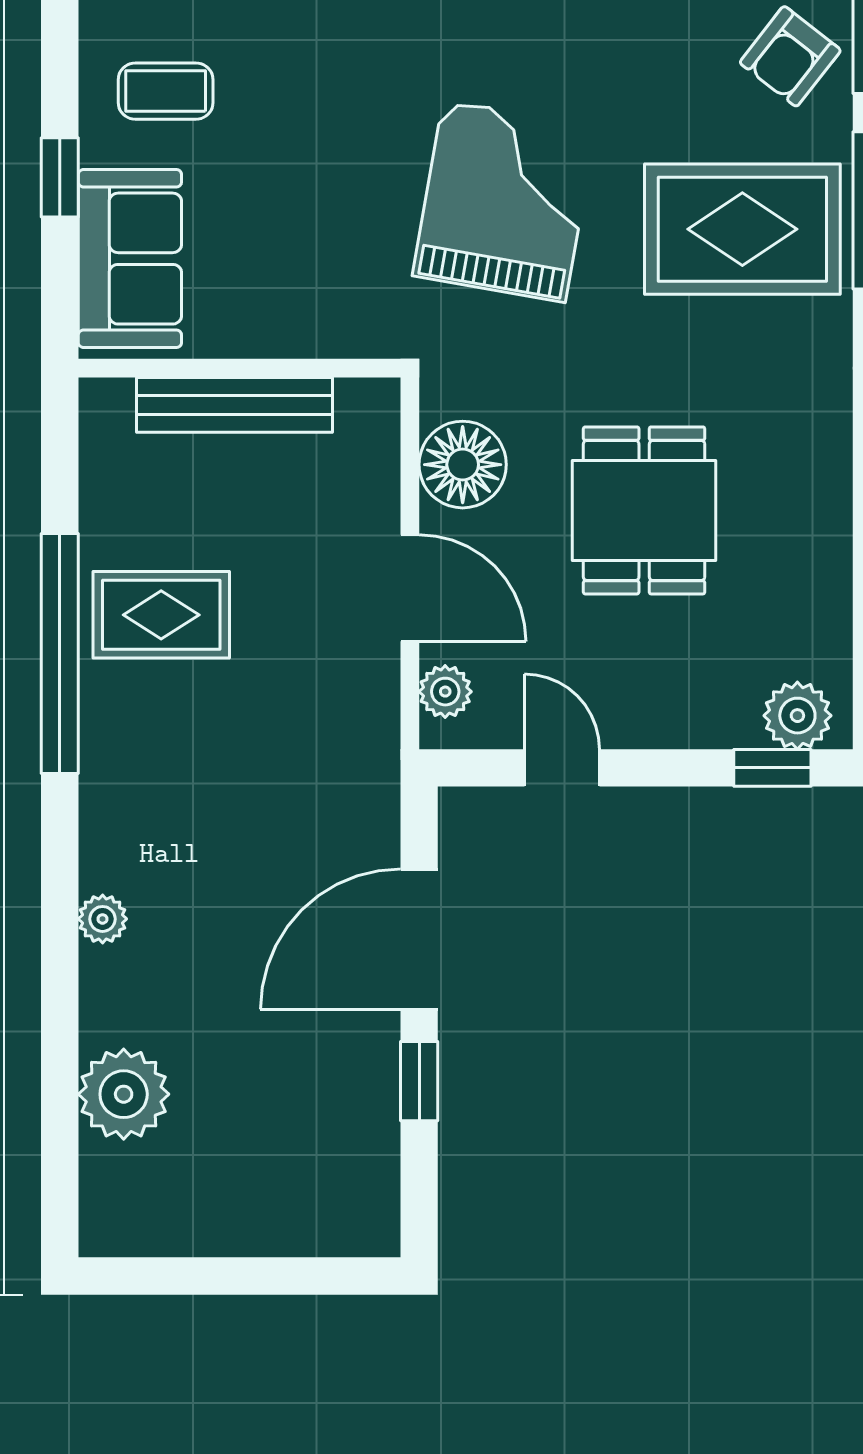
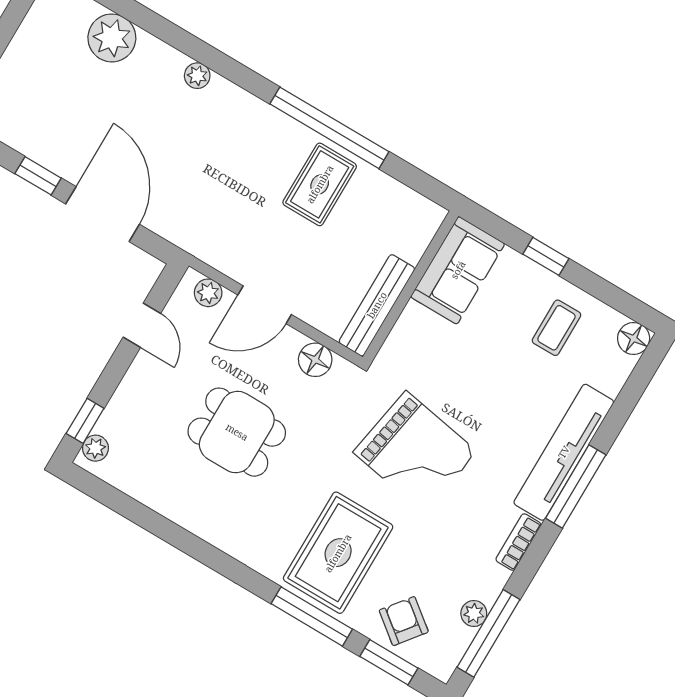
sofa: (130, 259) -> (458, 270), moved, turned -90
bench: (234, 405) -> (377, 305), moved
floor lamp: (463, 465) -> (315, 360), width x0.73, depth x0.73
plant: (797, 716) -> (95, 448), width x0.73, depth x0.73
door: (562, 768) -> (142, 325), hinge flipped

